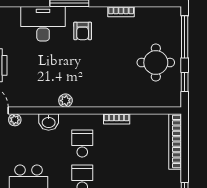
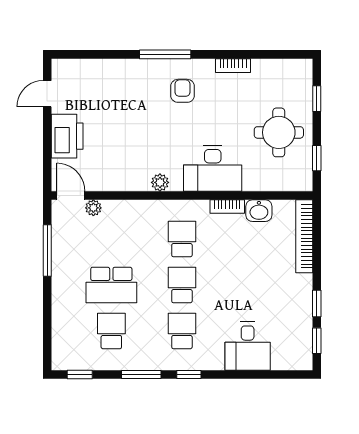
desk: (43, 24) -> (213, 169), moved, turned 180
armchair: (83, 31) -> (183, 91), turned 180
window: (185, 37) -> (317, 99), width x0.46
washbasin: (49, 122) -> (259, 211), moved

